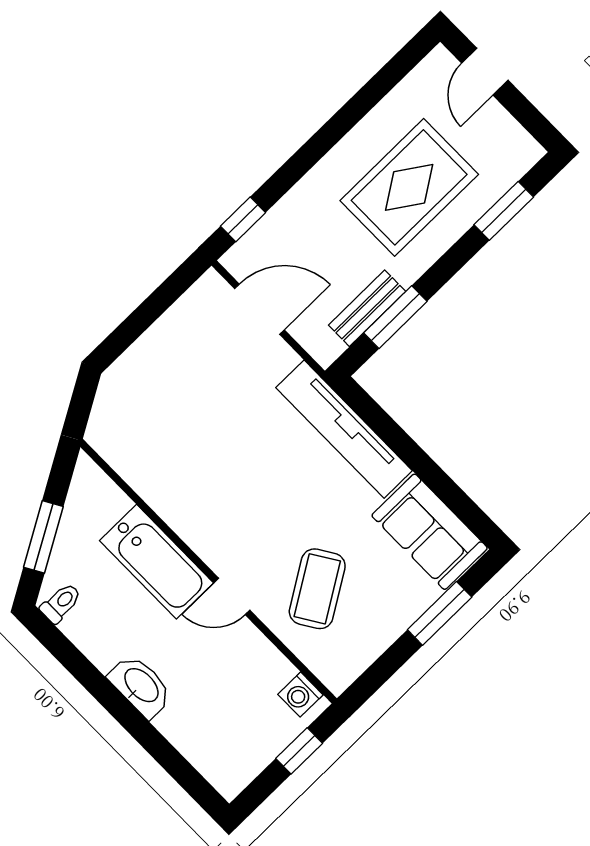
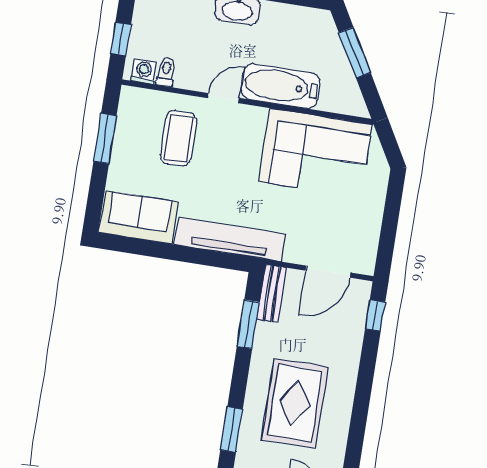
bench: (367, 308) -> (272, 293), moved
corner sofa: (173, 456) -> (315, 153), added
coffee table: (317, 589) -> (178, 138), turned 32
toilet: (61, 603) -> (166, 72), moved, turned 180
window: (440, 613) -> (105, 138), moved

